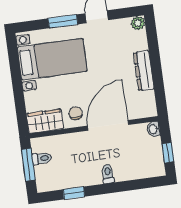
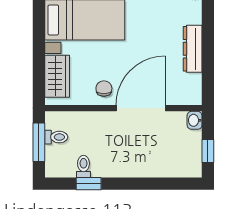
wardrobe: (45, 121) -> (57, 76), moved, turned 90
toilet: (108, 174) -> (83, 166), moved

